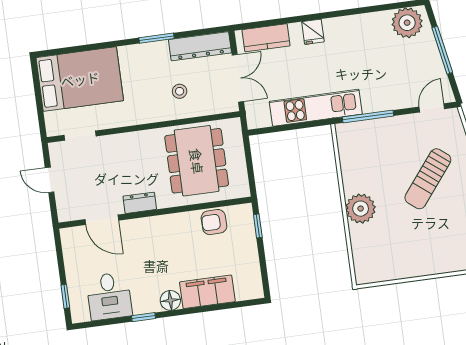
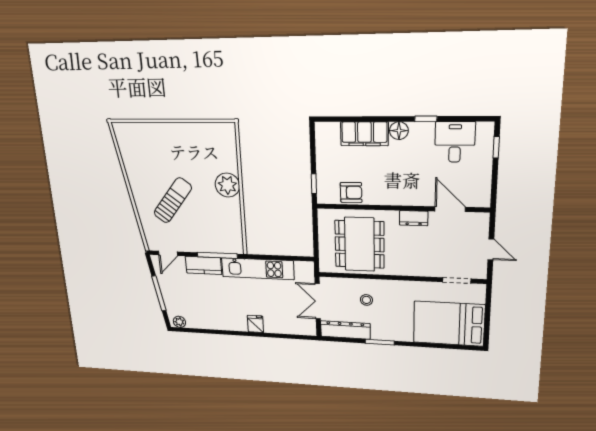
plant: (407, 23) -> (179, 322), width x0.53, depth x0.53
kitchen counter: (266, 38) -> (204, 265), moved, turned 180

